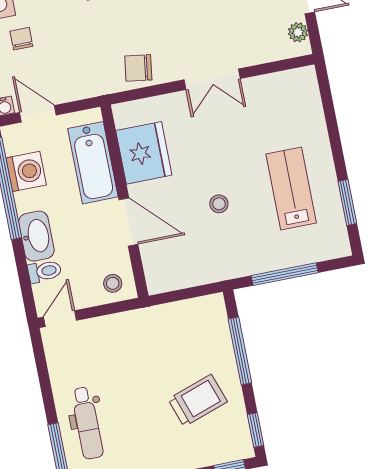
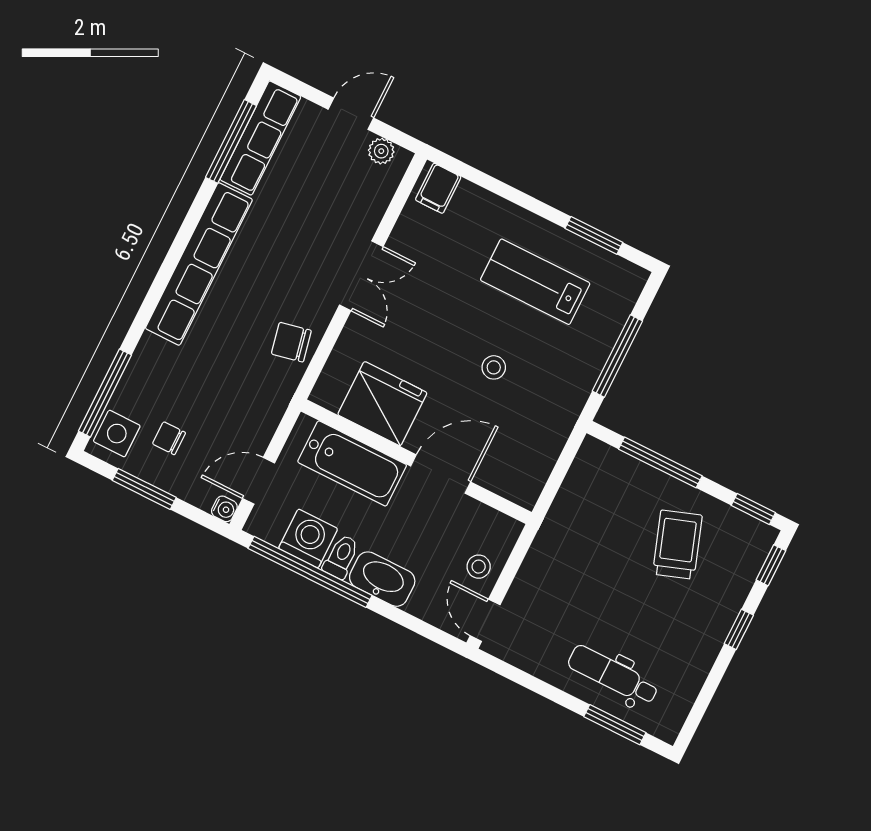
chair: (138, 68) -> (291, 342), turned 70
filing cabinet: (302, 85) -> (438, 188), added
toilet: (45, 271) -> (341, 557), moved
stool: (113, 283) -> (479, 567), moved
dental chair: (87, 423) -> (613, 675), turned 180

